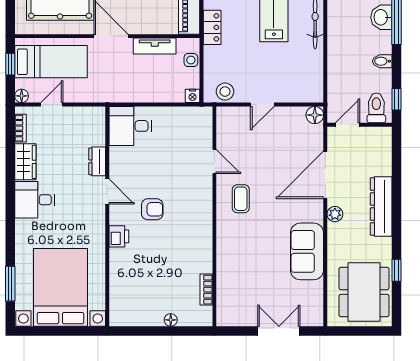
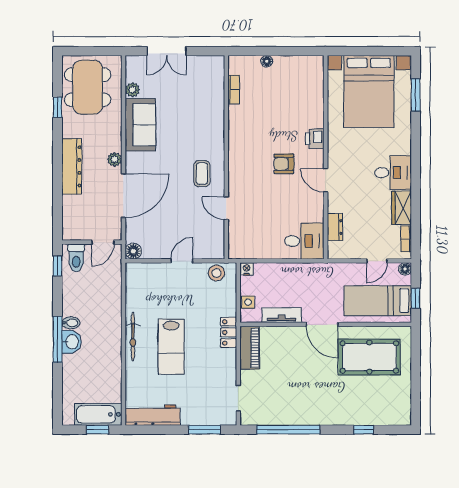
bidet: (382, 61) -> (71, 323), moved
dresser: (97, 161) -> (335, 227), moved
plant: (316, 289) -> (133, 90), added

